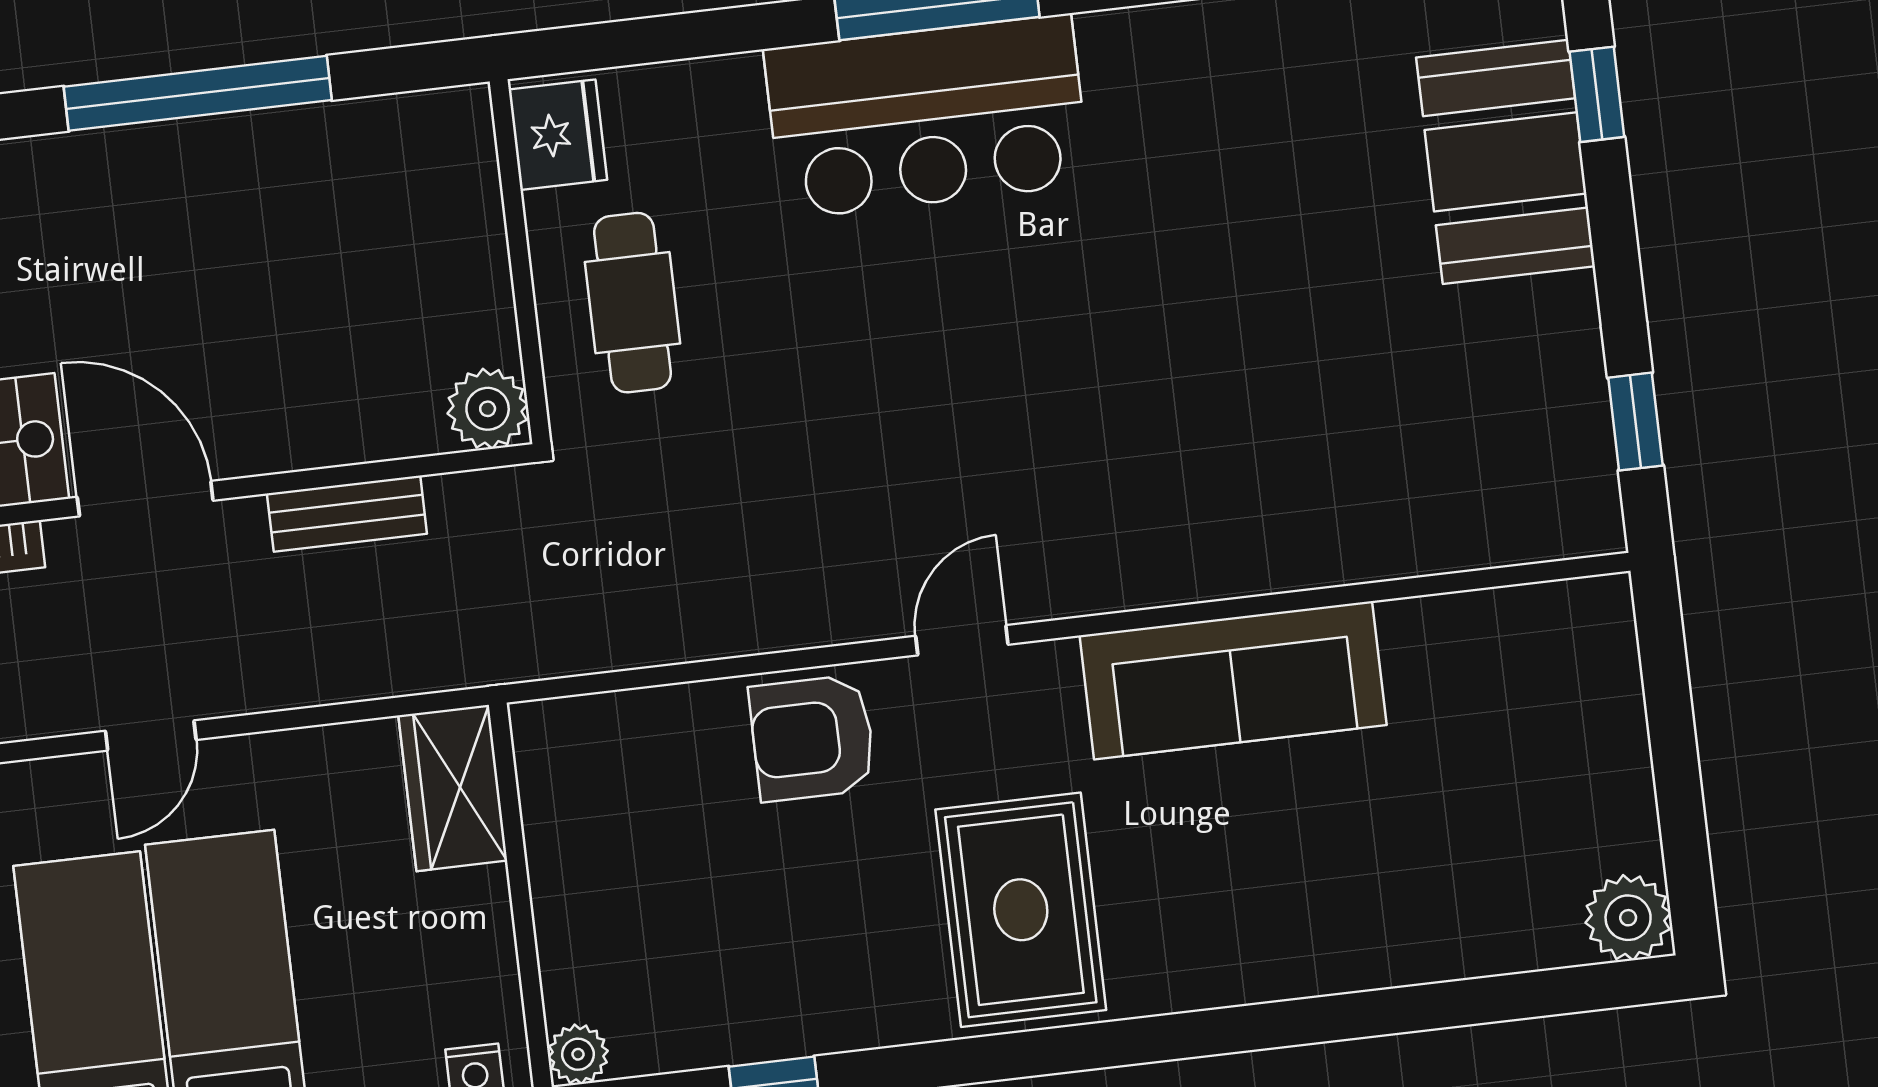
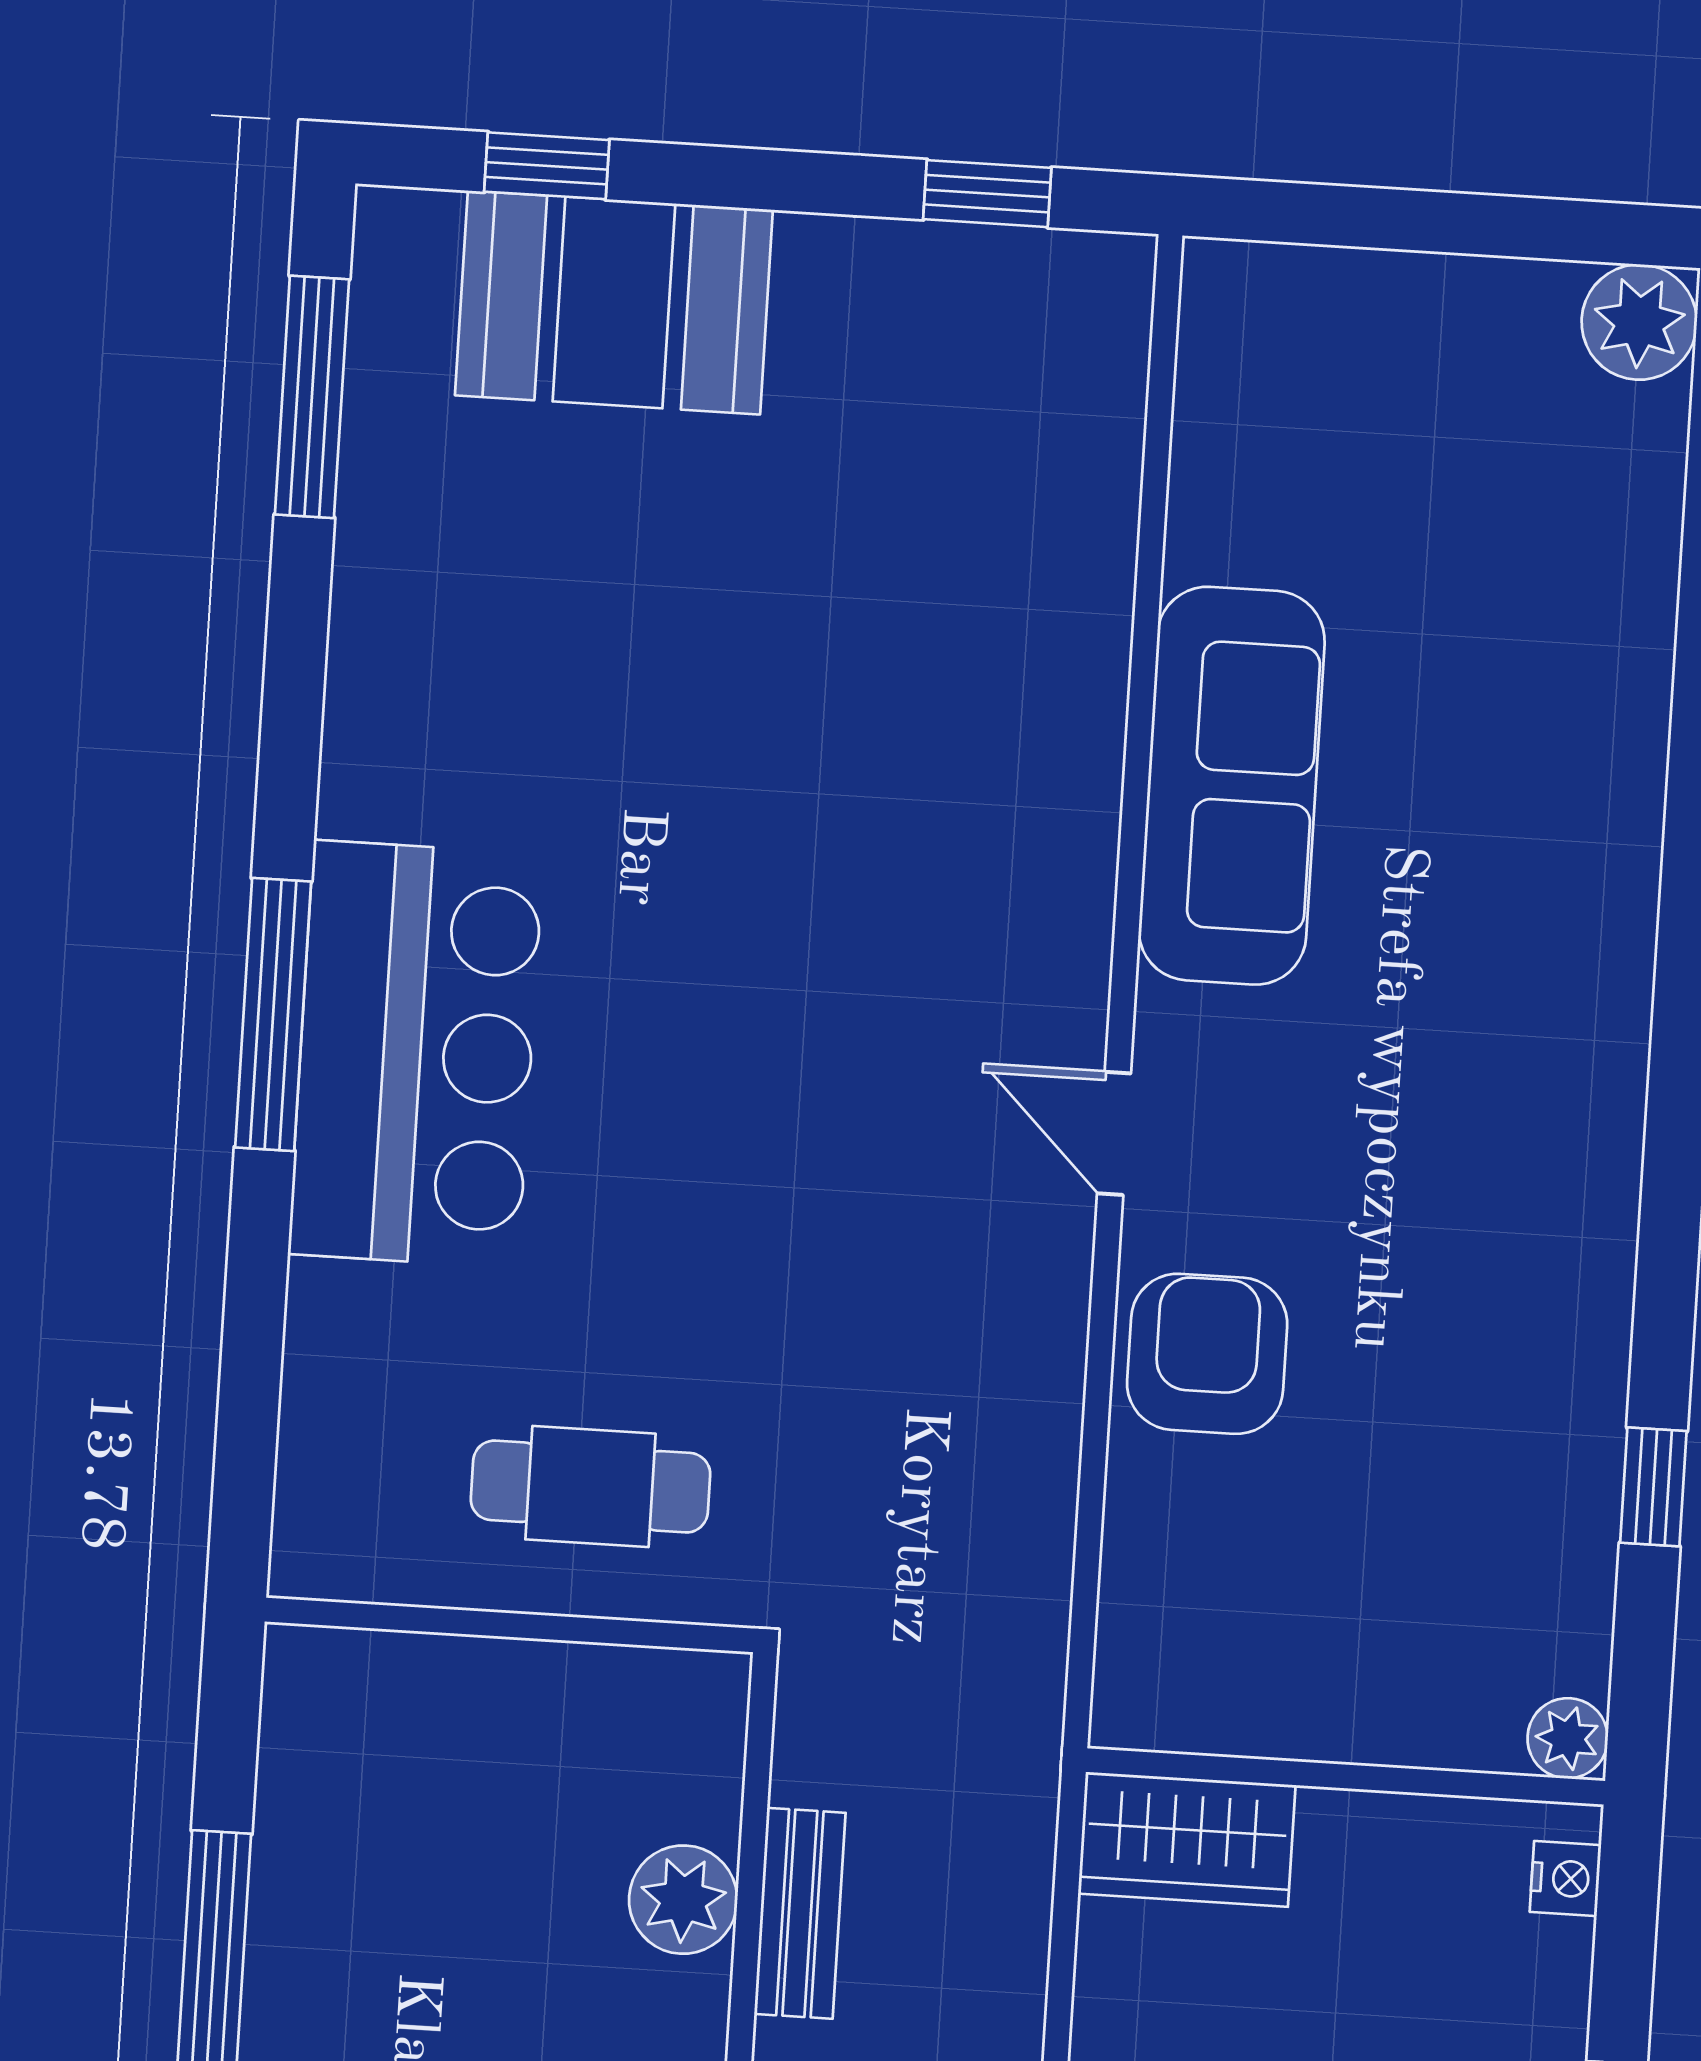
fridge: (558, 135) -> (351, 1545), removed
plant: (488, 409) -> (683, 1900), moved
armchair: (812, 738) -> (1207, 1354), turned 180
rug: (1021, 910) -> (1483, 1120), removed

